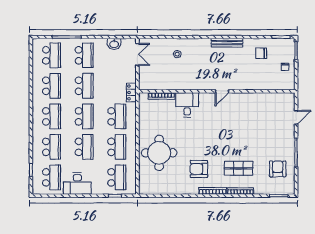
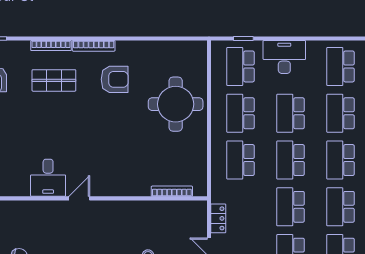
locker: (131, 92) -> (218, 218), moved
desk: (187, 105) -> (48, 178), moved
desk: (77, 184) -> (284, 57), moved

